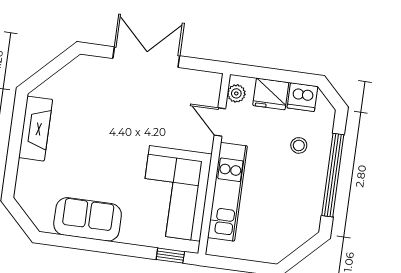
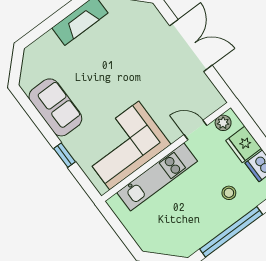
door: (220, 122) -> (195, 130), hinge flipped
window: (170, 256) -> (64, 155), moved

